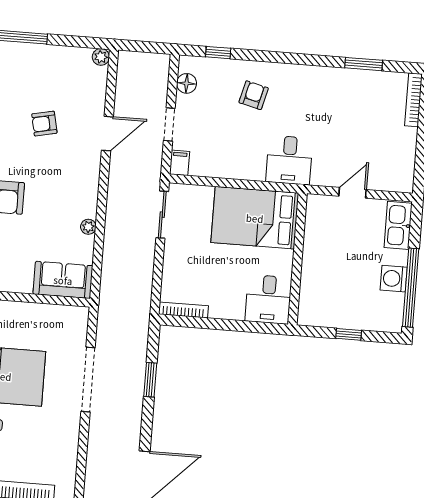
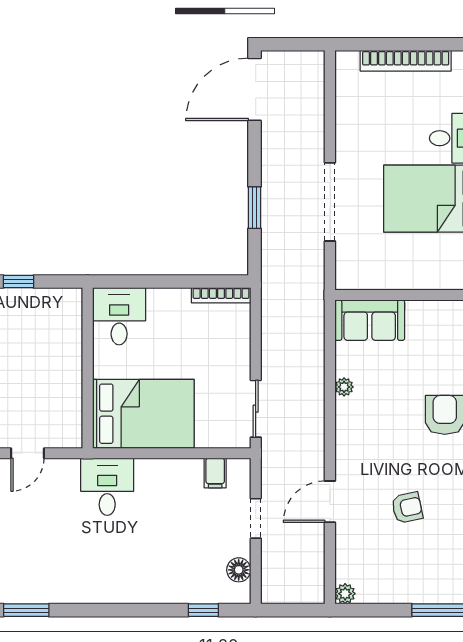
armchair: (254, 95) -> (157, 562), removed
filing cabinet: (180, 163) -> (215, 473), moved

